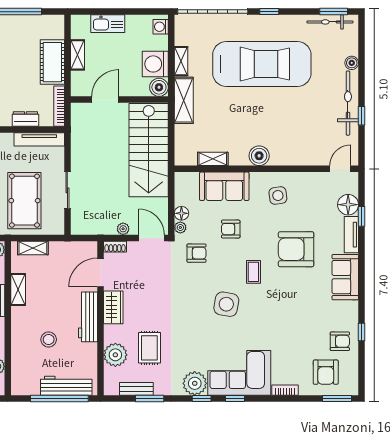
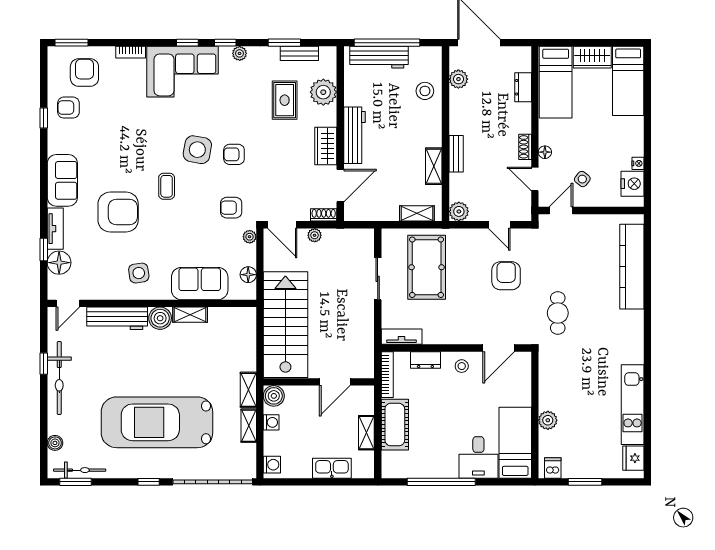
boiler: (352, 63) -> (55, 443), moved
washing machine: (155, 64) -> (271, 422), width x0.53, depth x0.53
shelving: (184, 100) -> (248, 390), width x0.67, depth x0.75
tv unit: (39, 139) -> (402, 337), width x0.71
workbench: (297, 156) -> (117, 318), added
shelving: (213, 159) -> (190, 315), moved
floor lamp: (181, 213) -> (248, 275), moved
armchair: (231, 229) -> (234, 154), moved, turned 180
stool: (49, 339) -> (425, 91), moved
plant: (195, 383) -> (240, 53), width x0.53, depth x0.53

